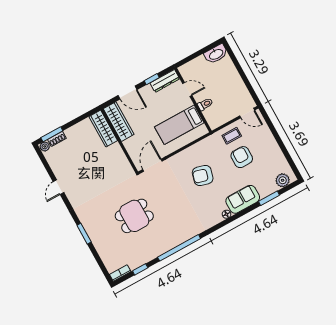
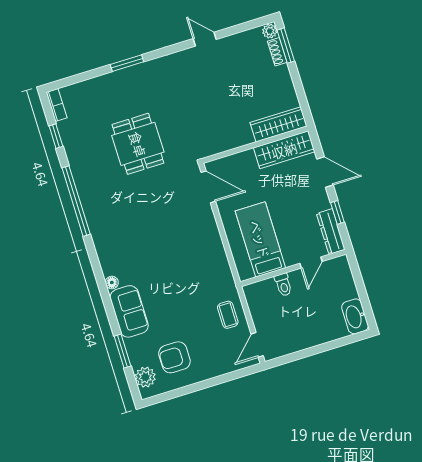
door: (128, 92) -> (325, 172), swing flipped
armchair: (242, 157) -> (174, 357), moved, turned 180
armchair: (203, 176) -> (177, 259), removed

